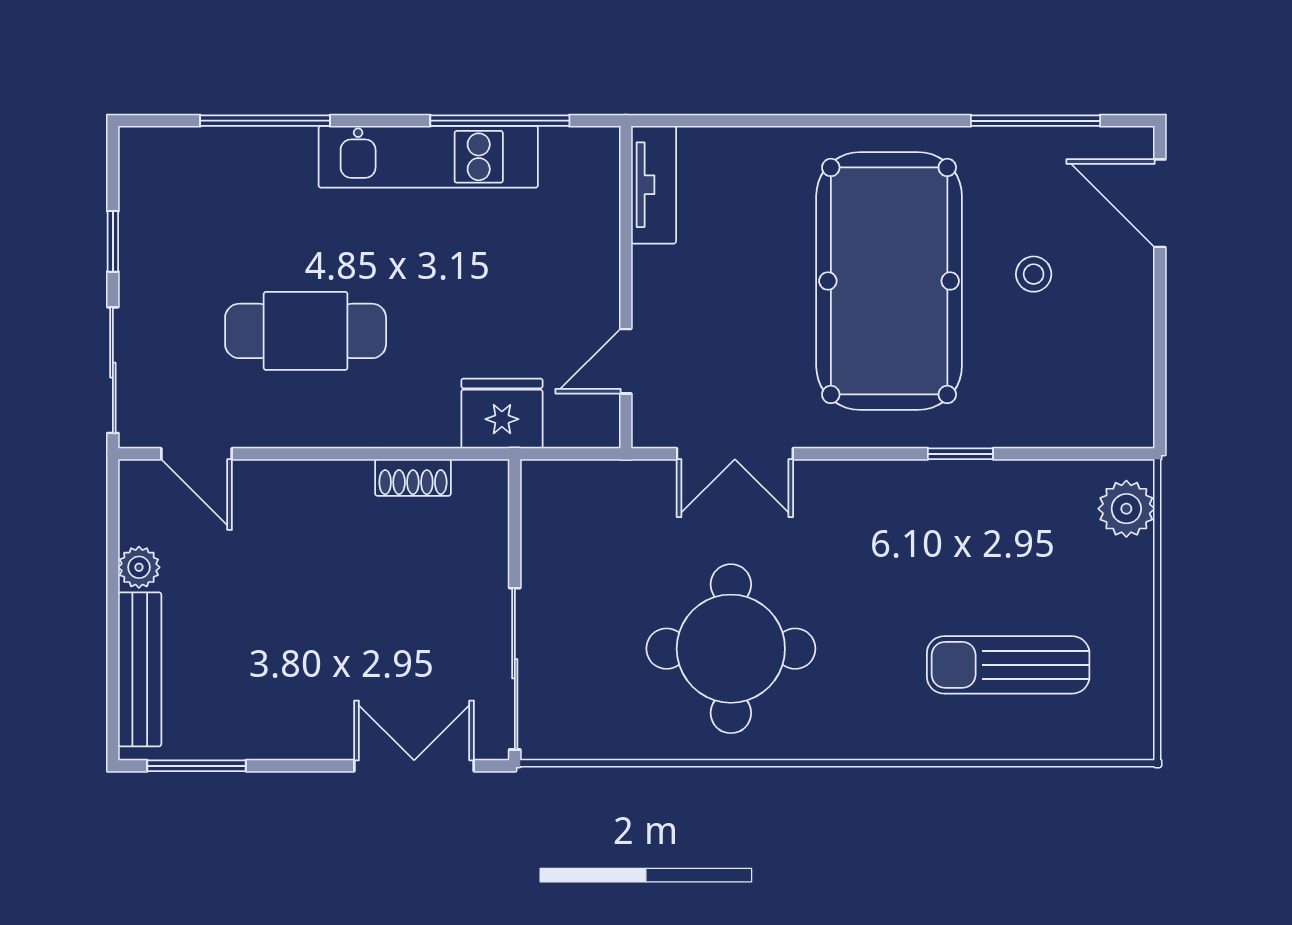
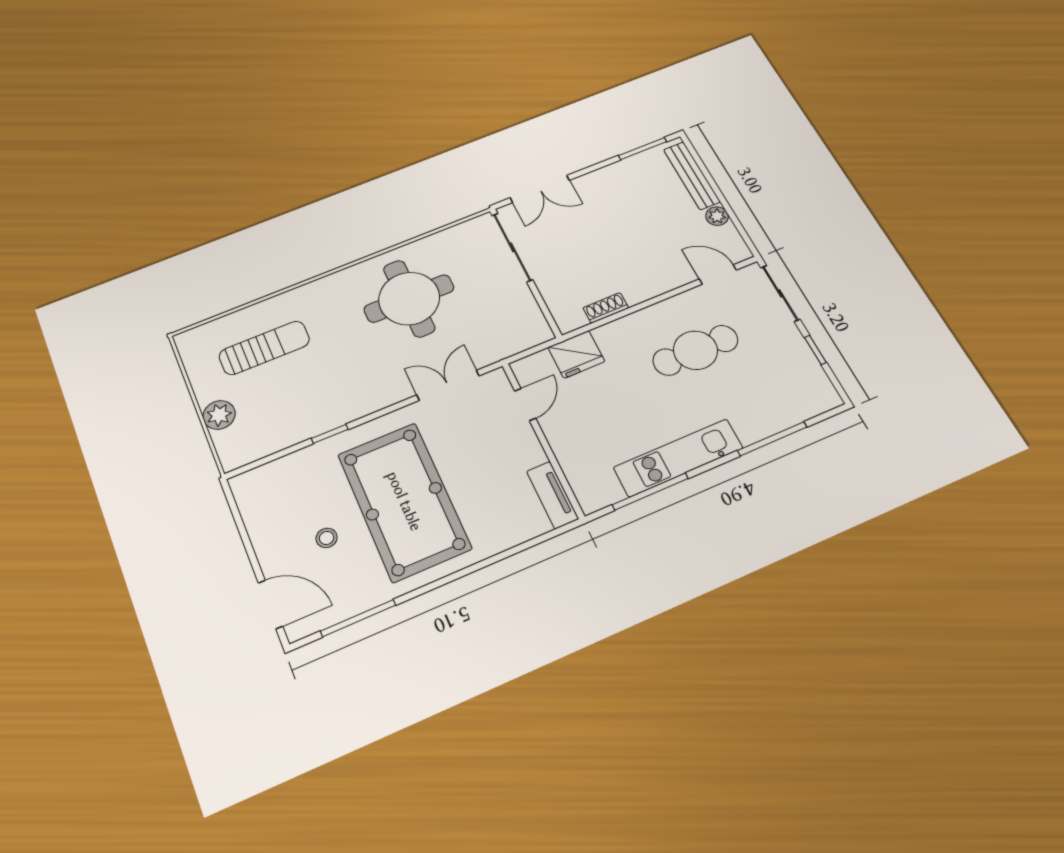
plant: (1126, 509) -> (219, 415), moved

